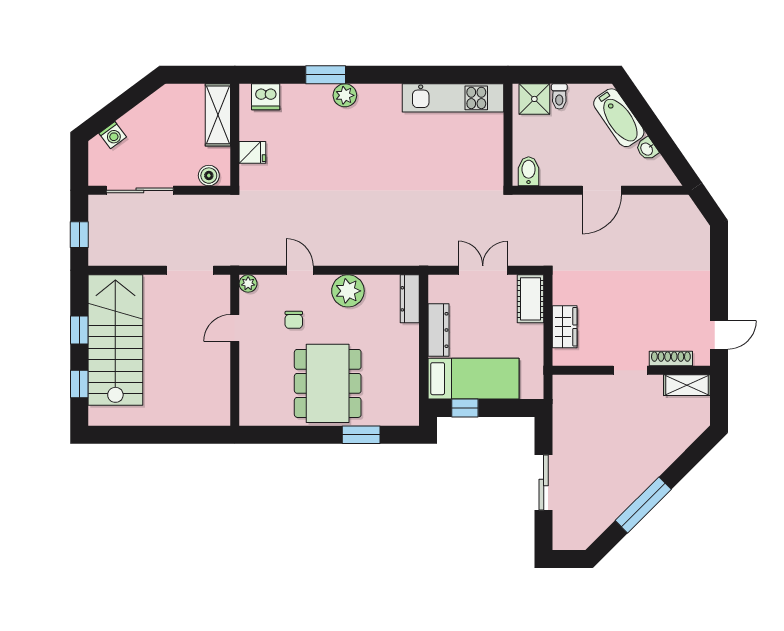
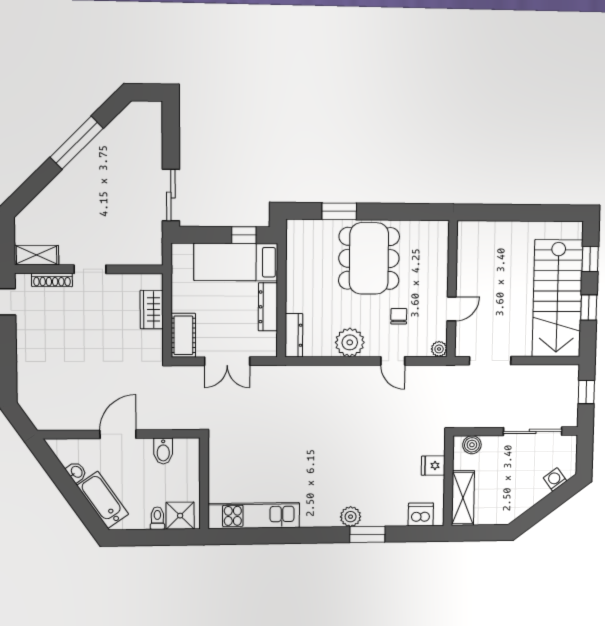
bidet: (529, 171) -> (163, 451), moved
sliding door: (544, 482) -> (171, 195), moved

